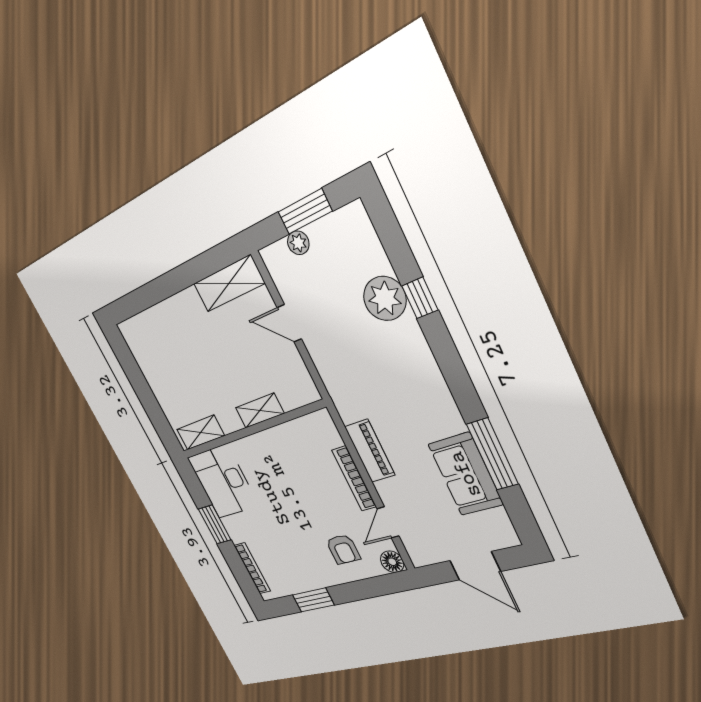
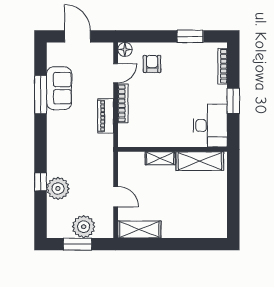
plant: (298, 243) -> (84, 227), width x1.87, depth x1.87
shelving: (200, 433) -> (200, 161), width x1.50, depth x1.33

